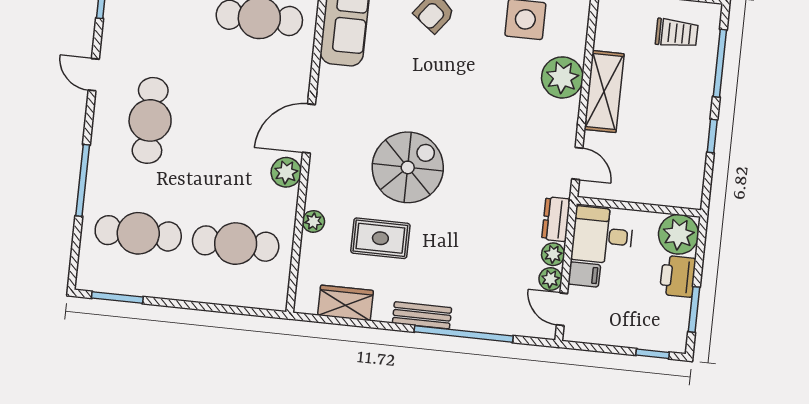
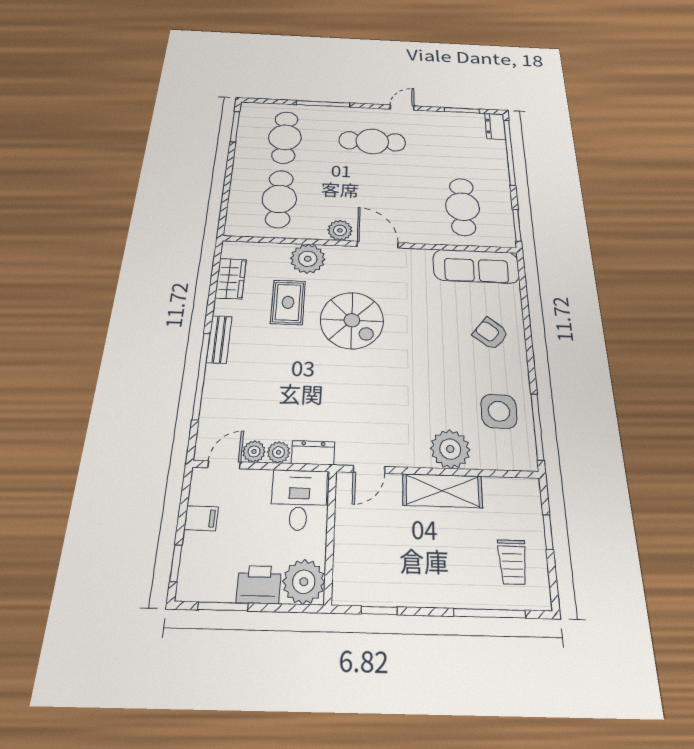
window: (712, 136) -> (379, 610), moved
plant: (313, 221) -> (308, 259), width x1.88, depth x1.88
filing cabinet: (584, 274) -> (201, 518), moved, turned -90

